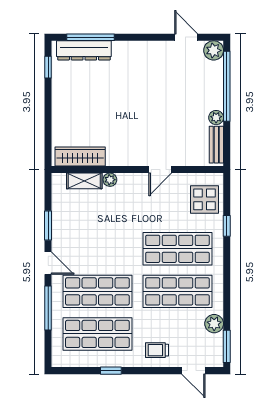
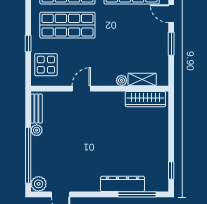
dresser: (84, 50) -> (123, 184), moved

